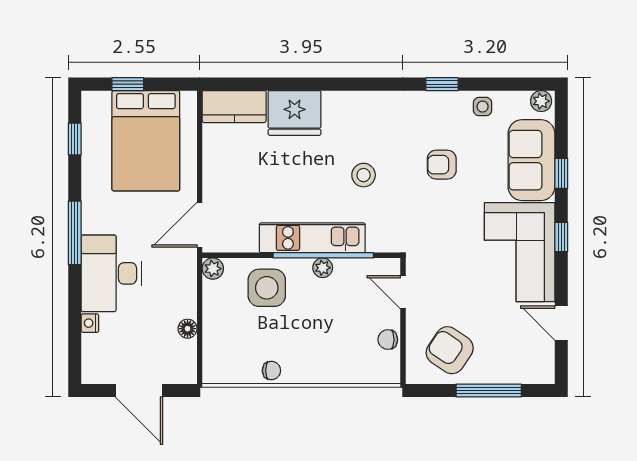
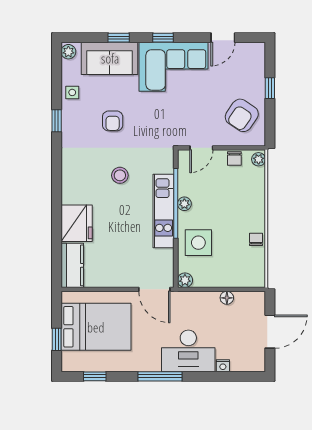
plant: (387, 374) -> (259, 159), added
window: (489, 390) -> (270, 88), width x0.46

